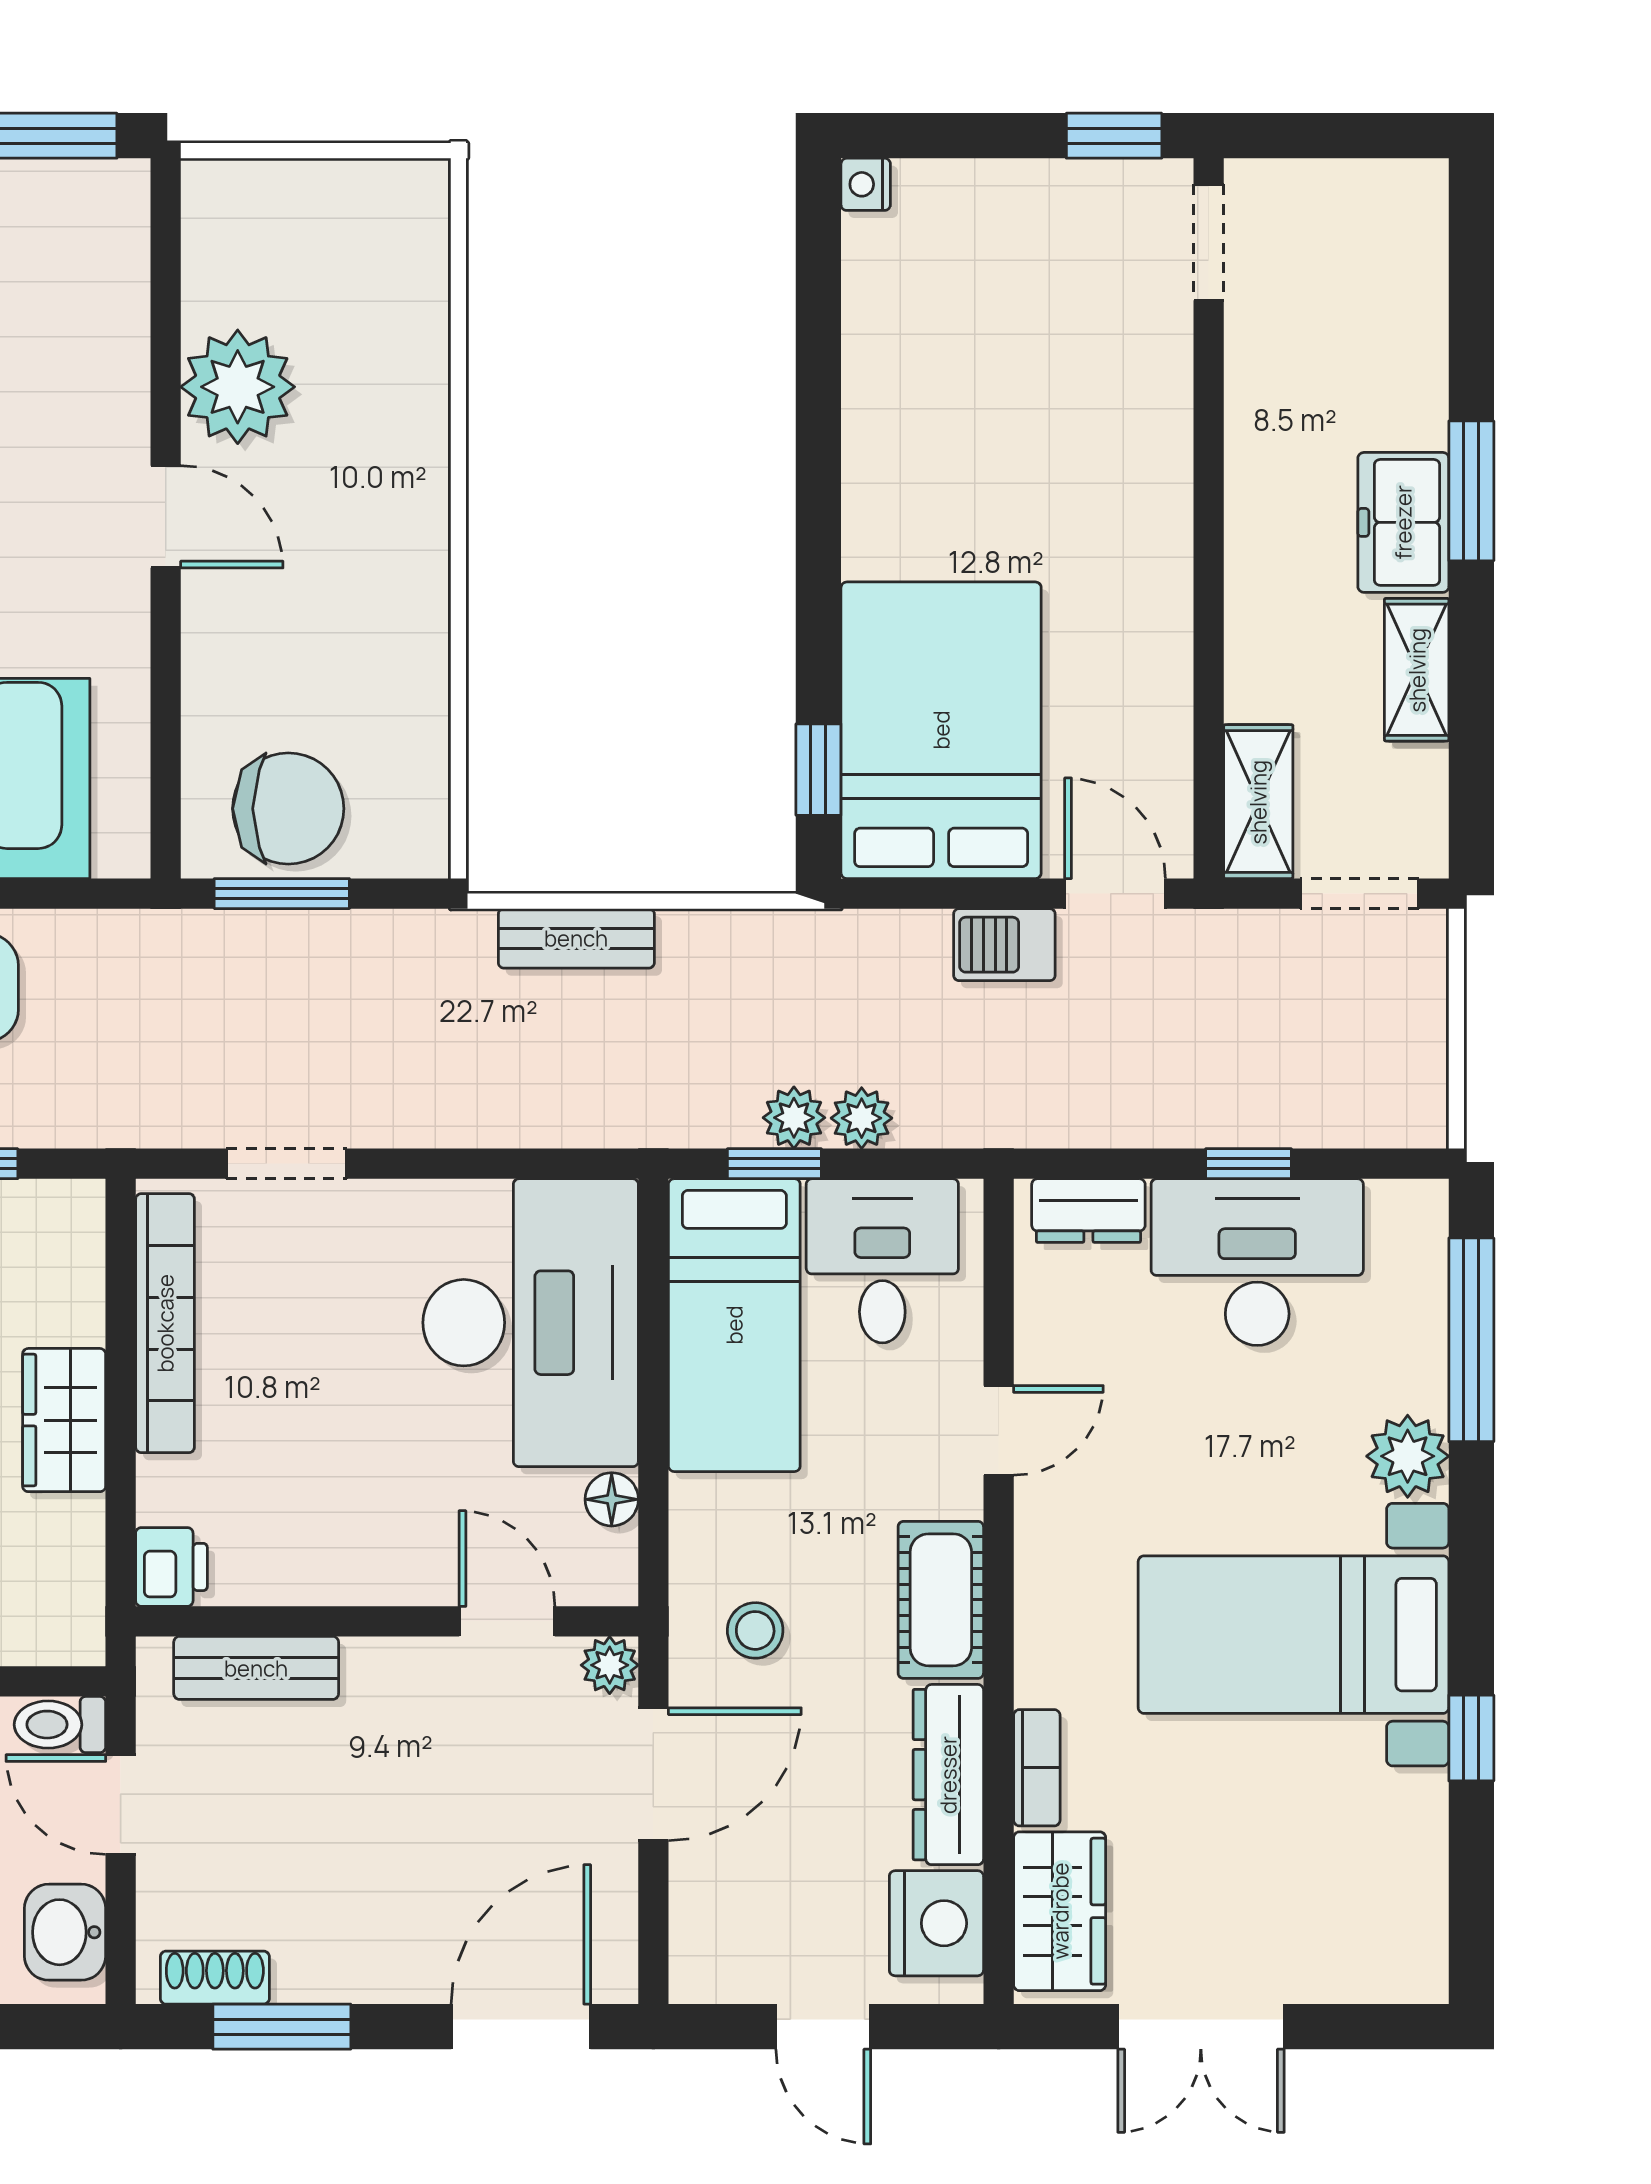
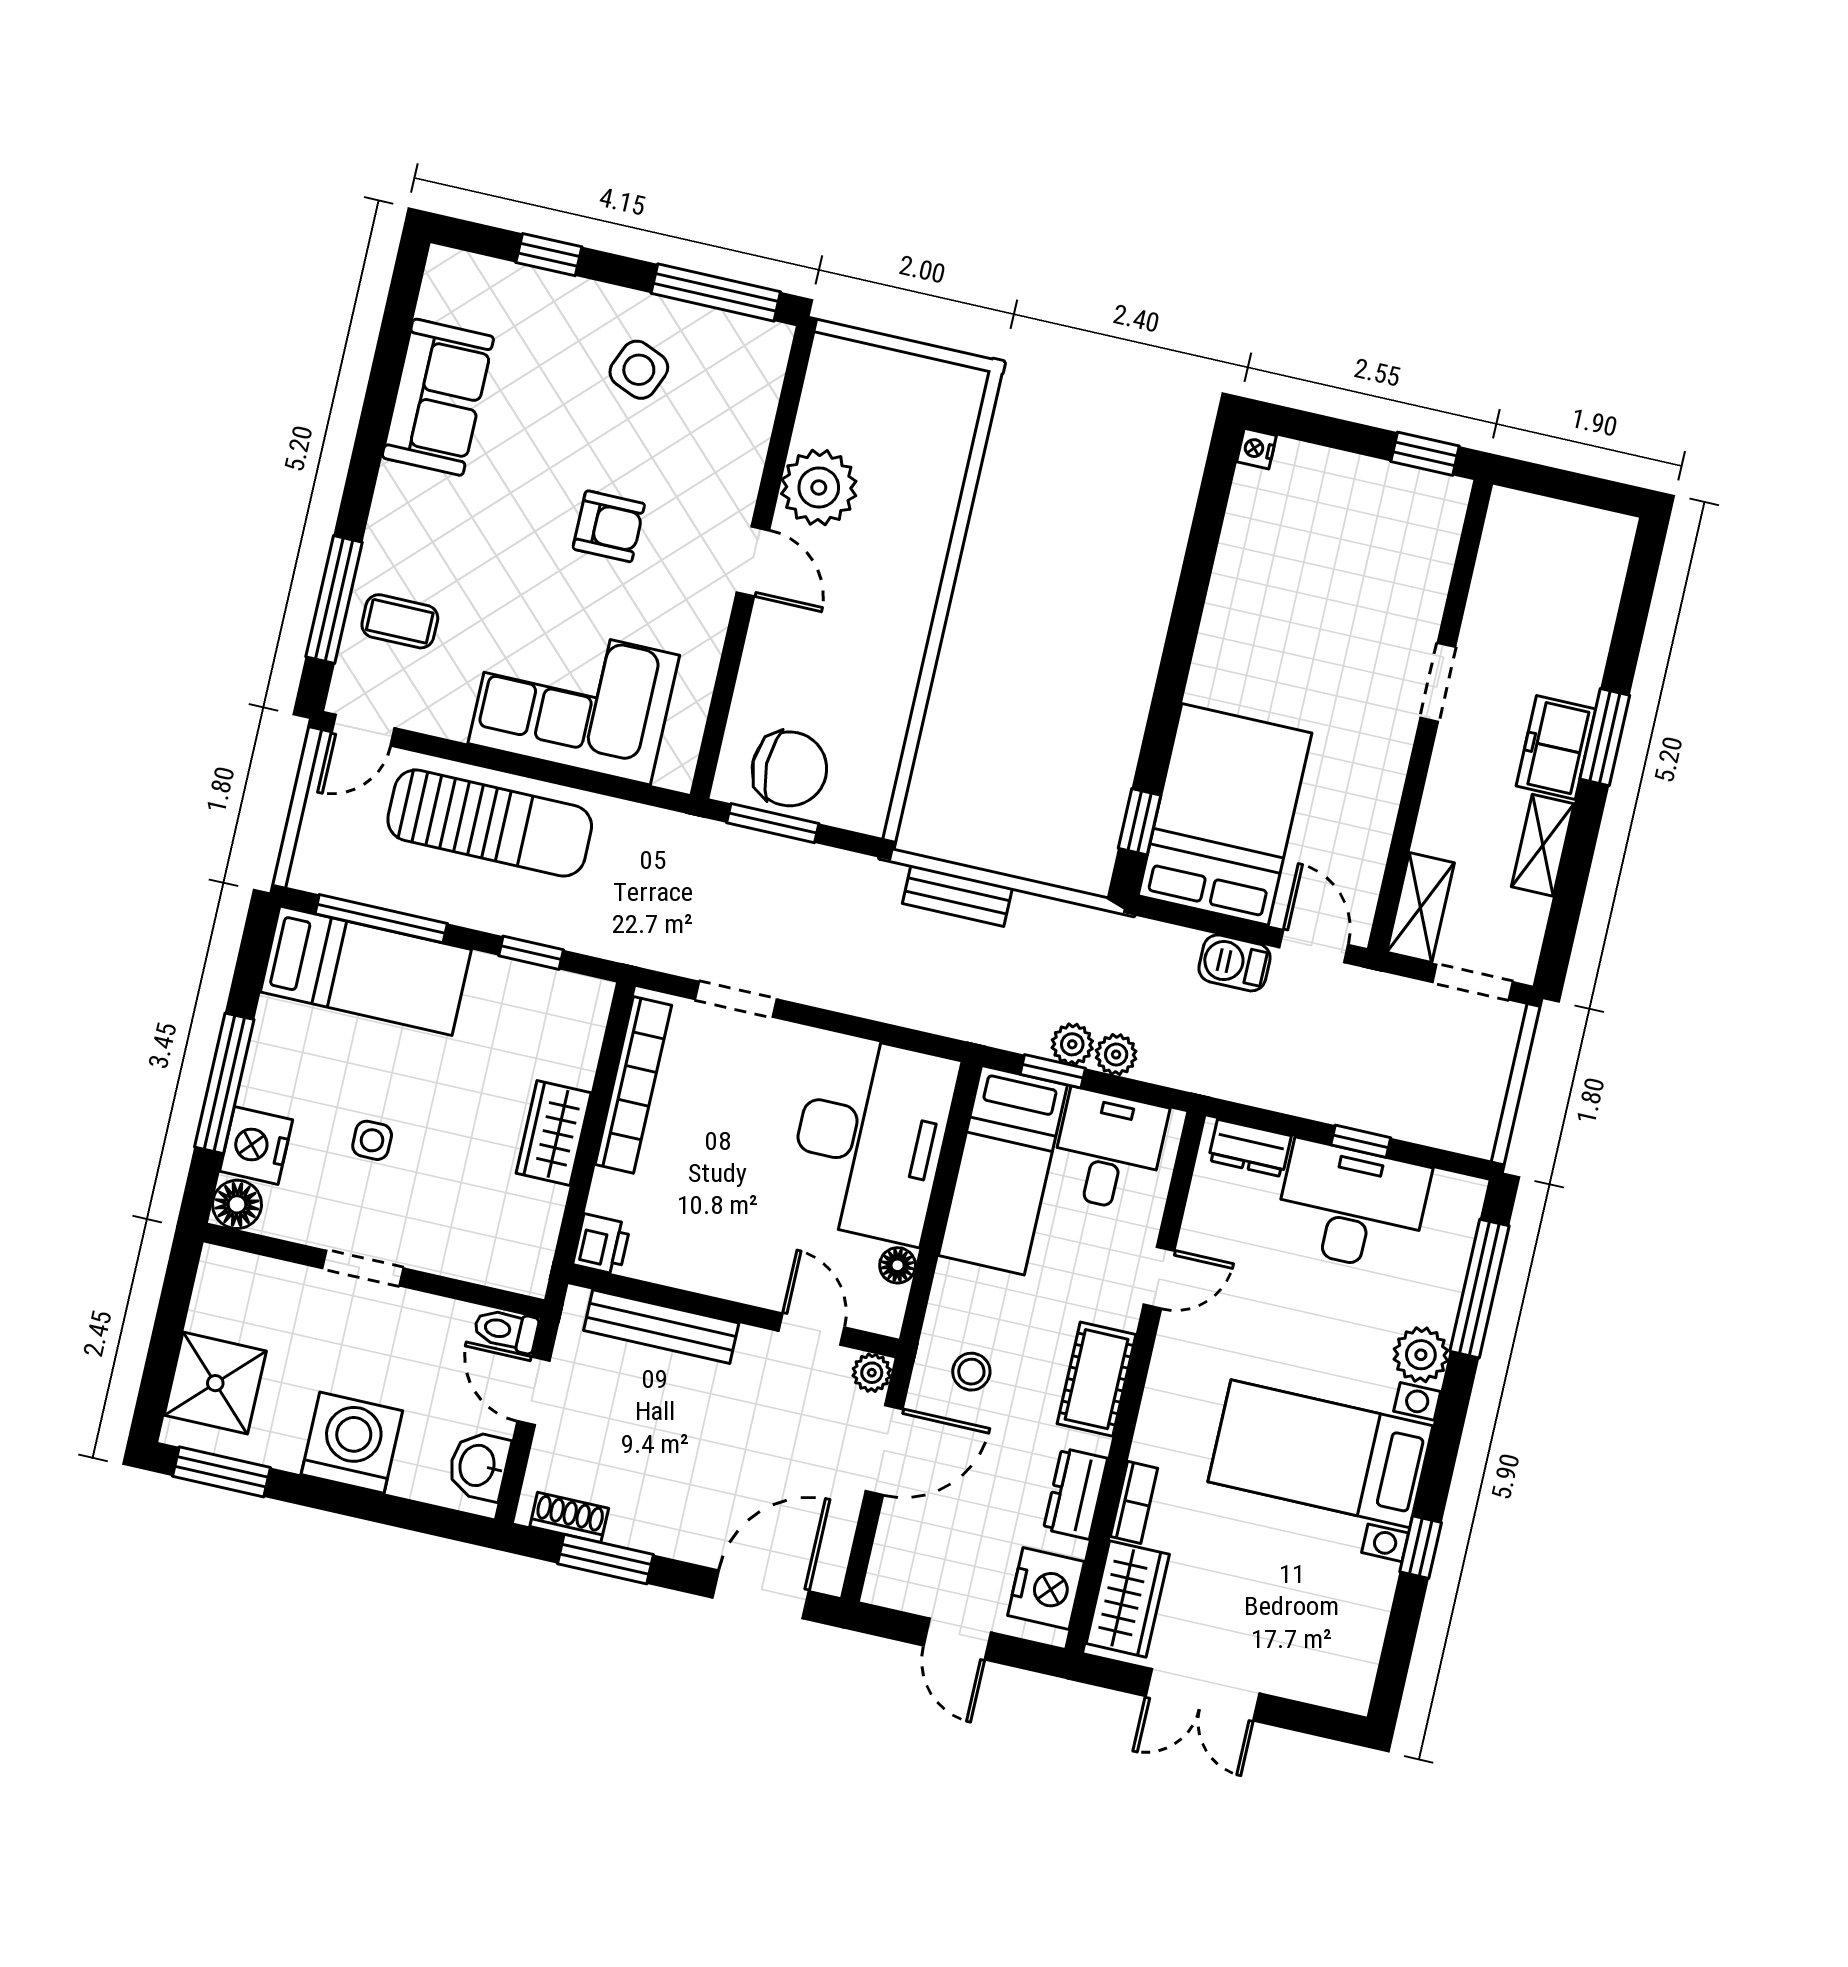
doorway: (1209, 242) -> (1438, 682), moved
bench: (256, 1668) -> (661, 1327), width x1.36
dresser: (948, 1775) -> (1076, 1494), width x0.70

